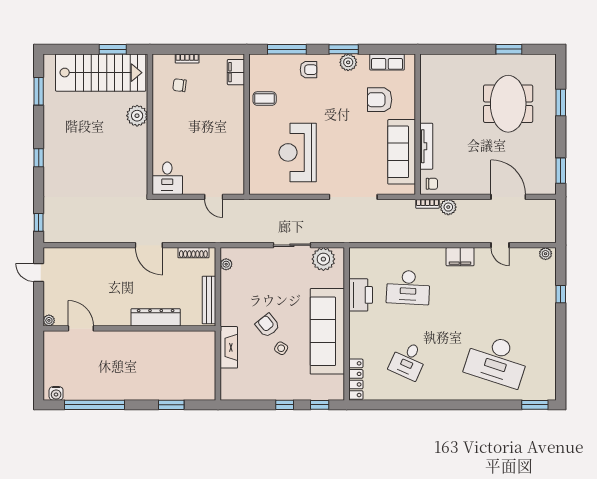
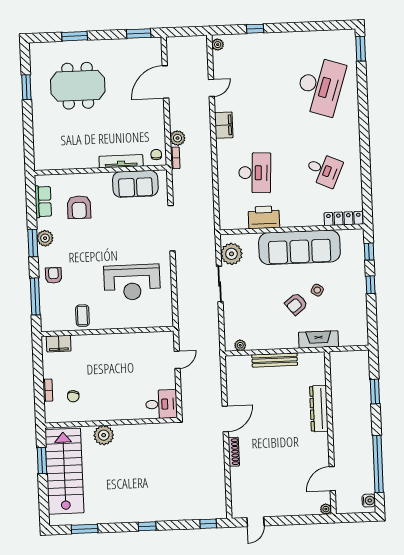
sofa: (402, 152) -> (135, 184), width x0.73
shoe rack: (193, 253) -> (234, 452), moved
dresser: (156, 317) -> (319, 409), moved
plant: (49, 320) -> (326, 509), moved
door: (81, 328) -> (332, 479), moved
wall: (129, 328) -> (330, 433), moved

